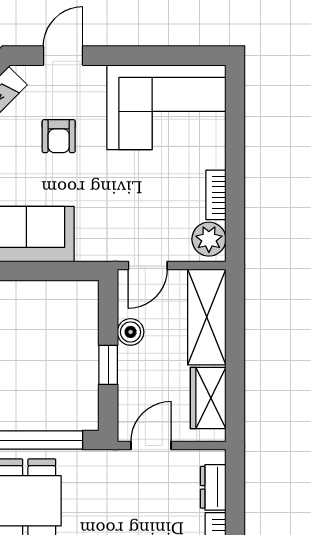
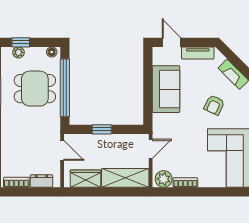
armchair: (59, 136) -> (214, 105), turned -65
door: (148, 266) -> (151, 149), swing flipped
boiler: (131, 332) -> (118, 140), removed

